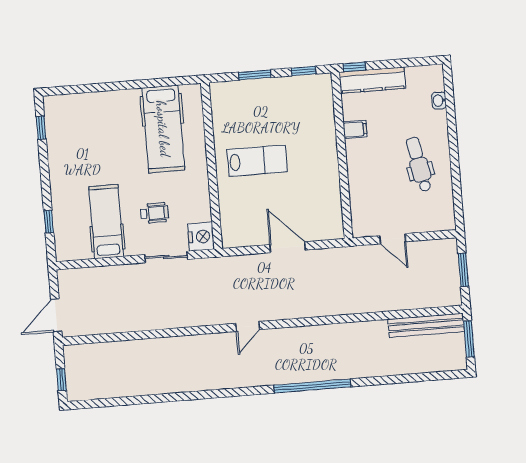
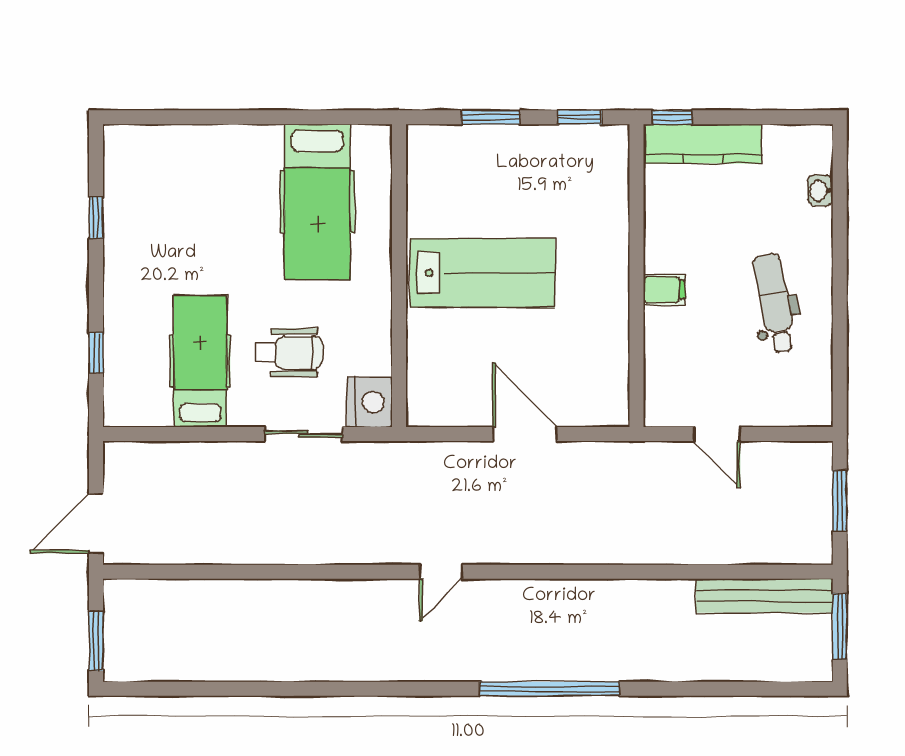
window: (41, 128) -> (96, 218), moved
filing cabinet: (355, 129) -> (664, 290), moved
lab bench: (257, 161) -> (483, 273), width x1.36, depth x1.39
wheelchair: (154, 213) -> (289, 353), width x1.36, depth x1.37
window: (61, 380) -> (96, 641), width x1.50

